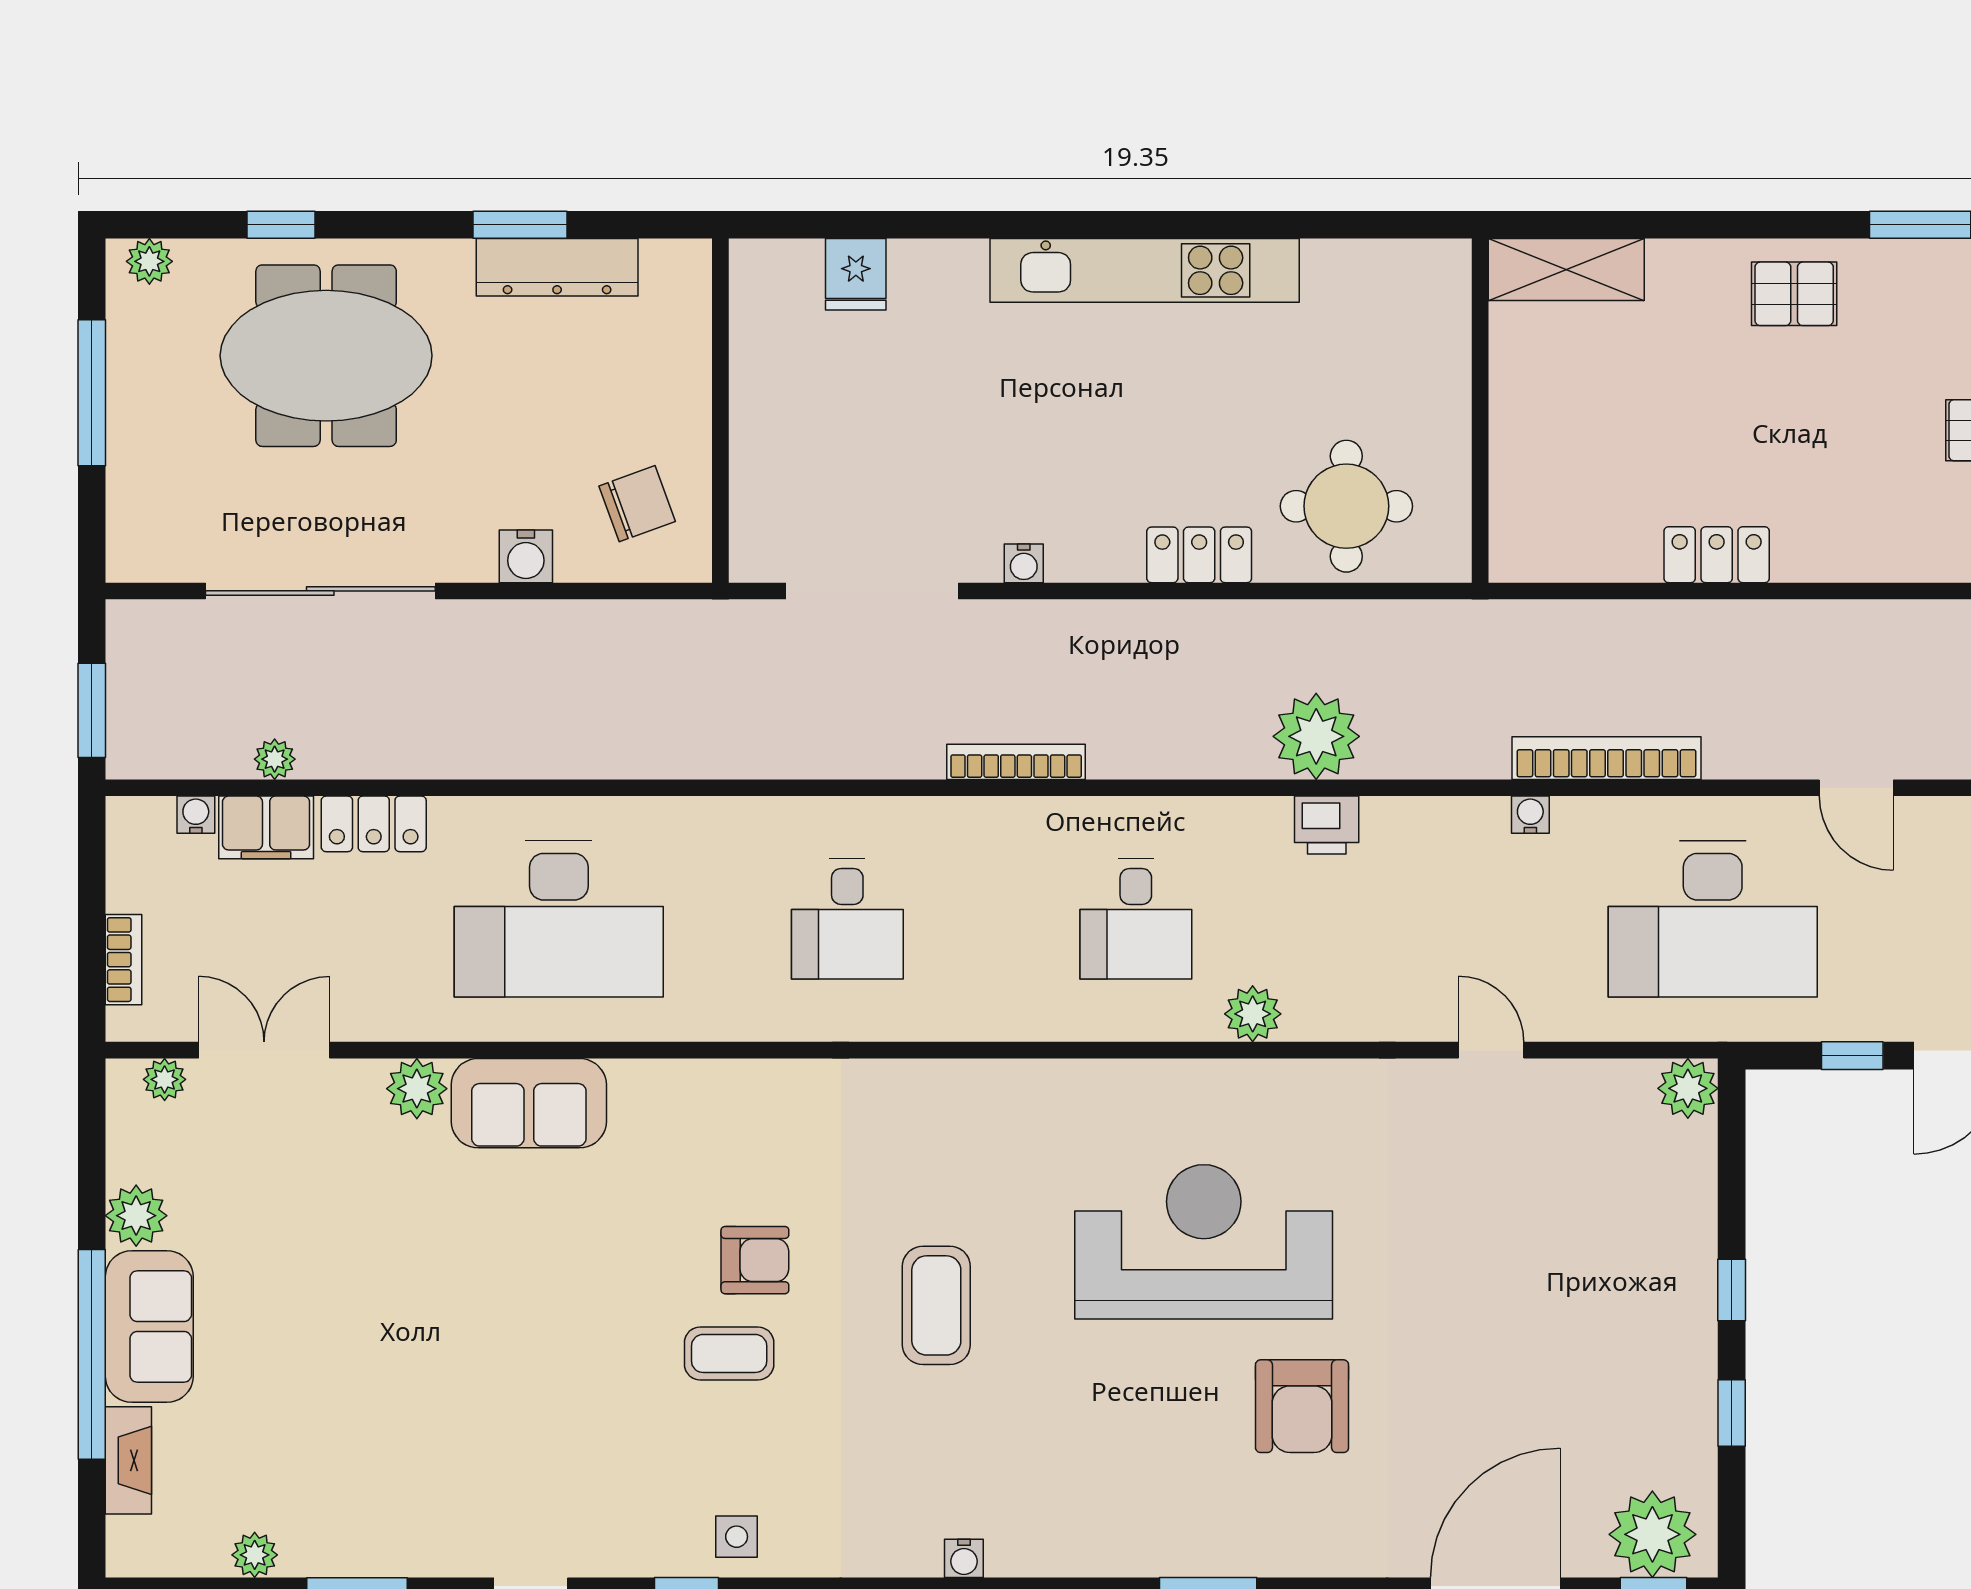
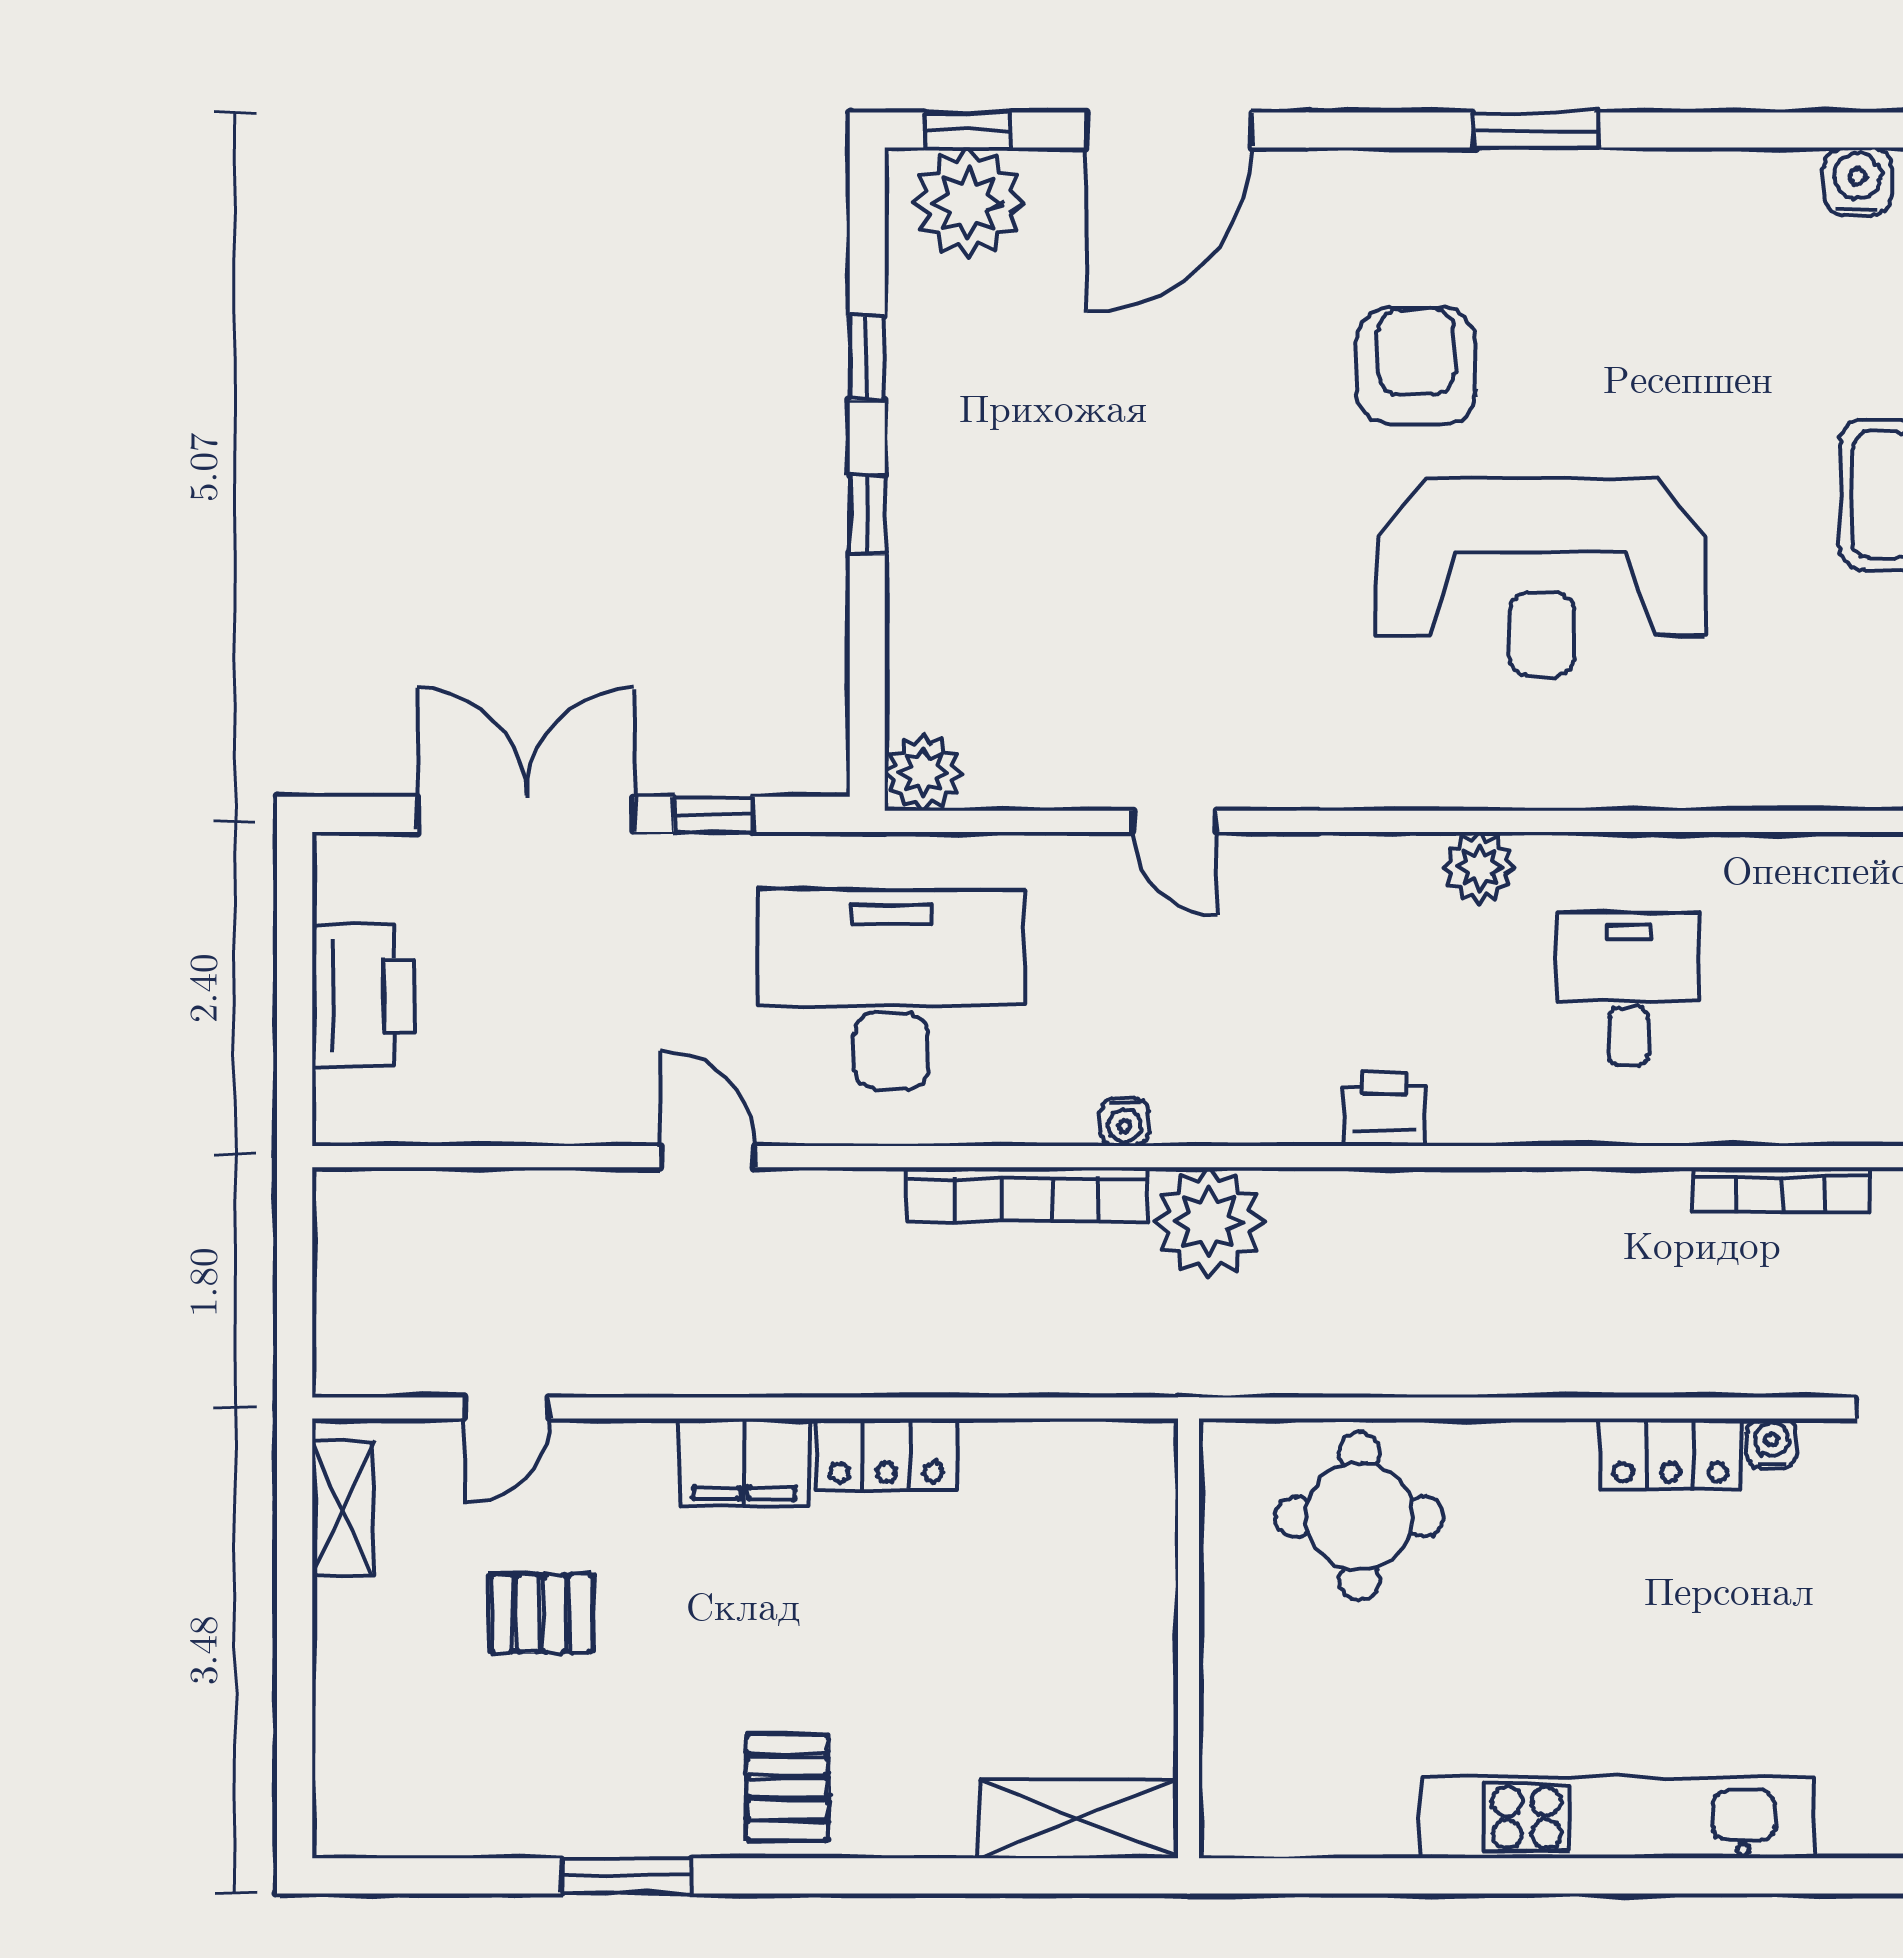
pallet: (1794, 294) -> (787, 1788), turned 90
filing cabinet: (1828, 548) -> (744, 1462), added
locker: (1199, 555) -> (1671, 1454), moved
plant: (1316, 736) -> (1208, 1222), moved
water cooler: (964, 1558) -> (1857, 181), width x1.38, depth x1.38

